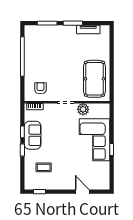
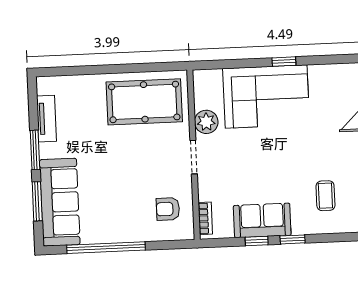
sofa: (46, 34) -> (60, 202), added

